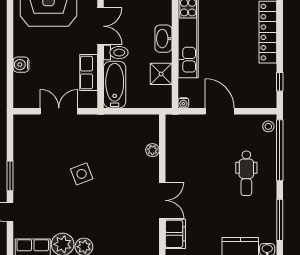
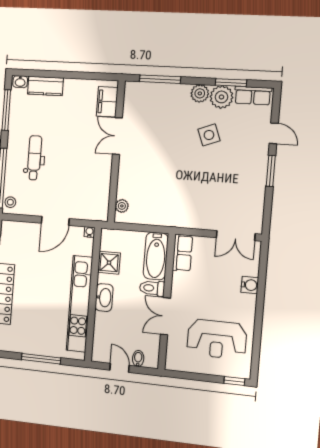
row of seats: (89, 72) -> (182, 253), moved
double door: (59, 111) -> (236, 236), moved
door: (220, 111) -> (55, 221), hinge flipped
plant: (152, 150) -> (122, 206), moved
side table: (82, 174) -> (209, 135), moved

